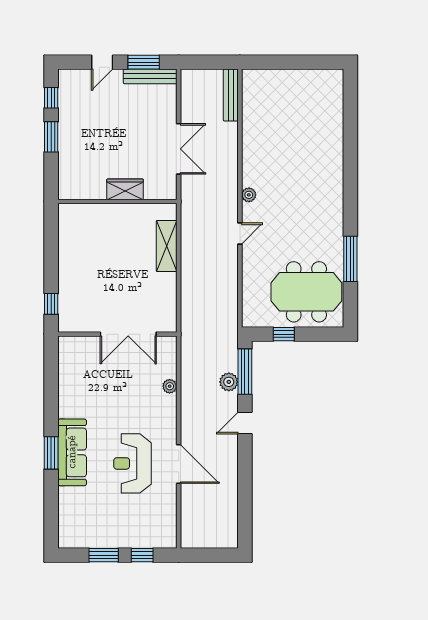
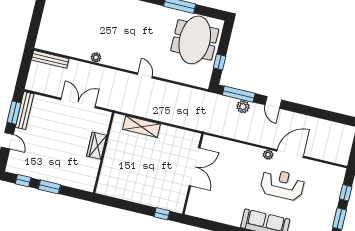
plant: (249, 195) -> (96, 57), moved
plant: (170, 386) -> (268, 155), moved
reception desk: (132, 463) -> (282, 185), turned 180

